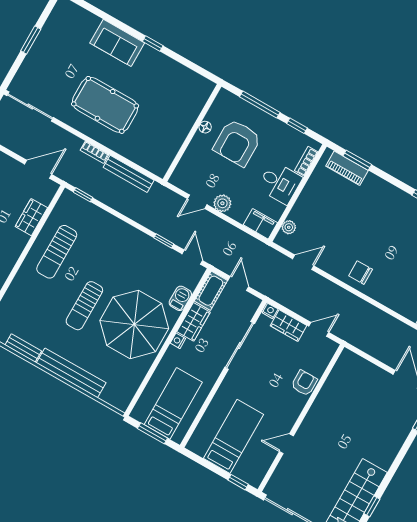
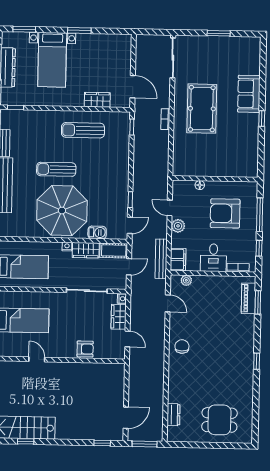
floor lamp: (205, 127) -> (200, 185), moved
bench: (129, 174) -> (161, 259), moved

